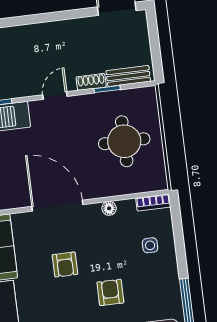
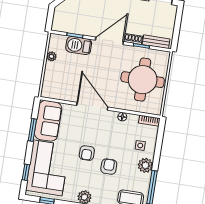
door: (55, 96) -> (109, 41), width x1.88
round table: (124, 141) -> (143, 80), width x1.36, depth x1.36
armchair: (65, 265) -> (87, 153), moved
plant: (167, 274) -> (145, 165), added

